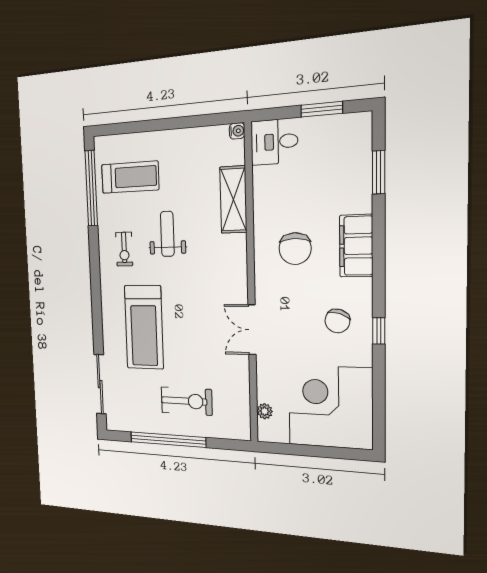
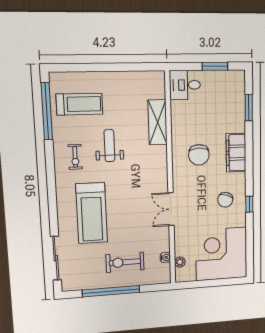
water cooler: (237, 131) -> (165, 257), moved
exercise bike: (187, 401) -> (125, 262), turned 180

